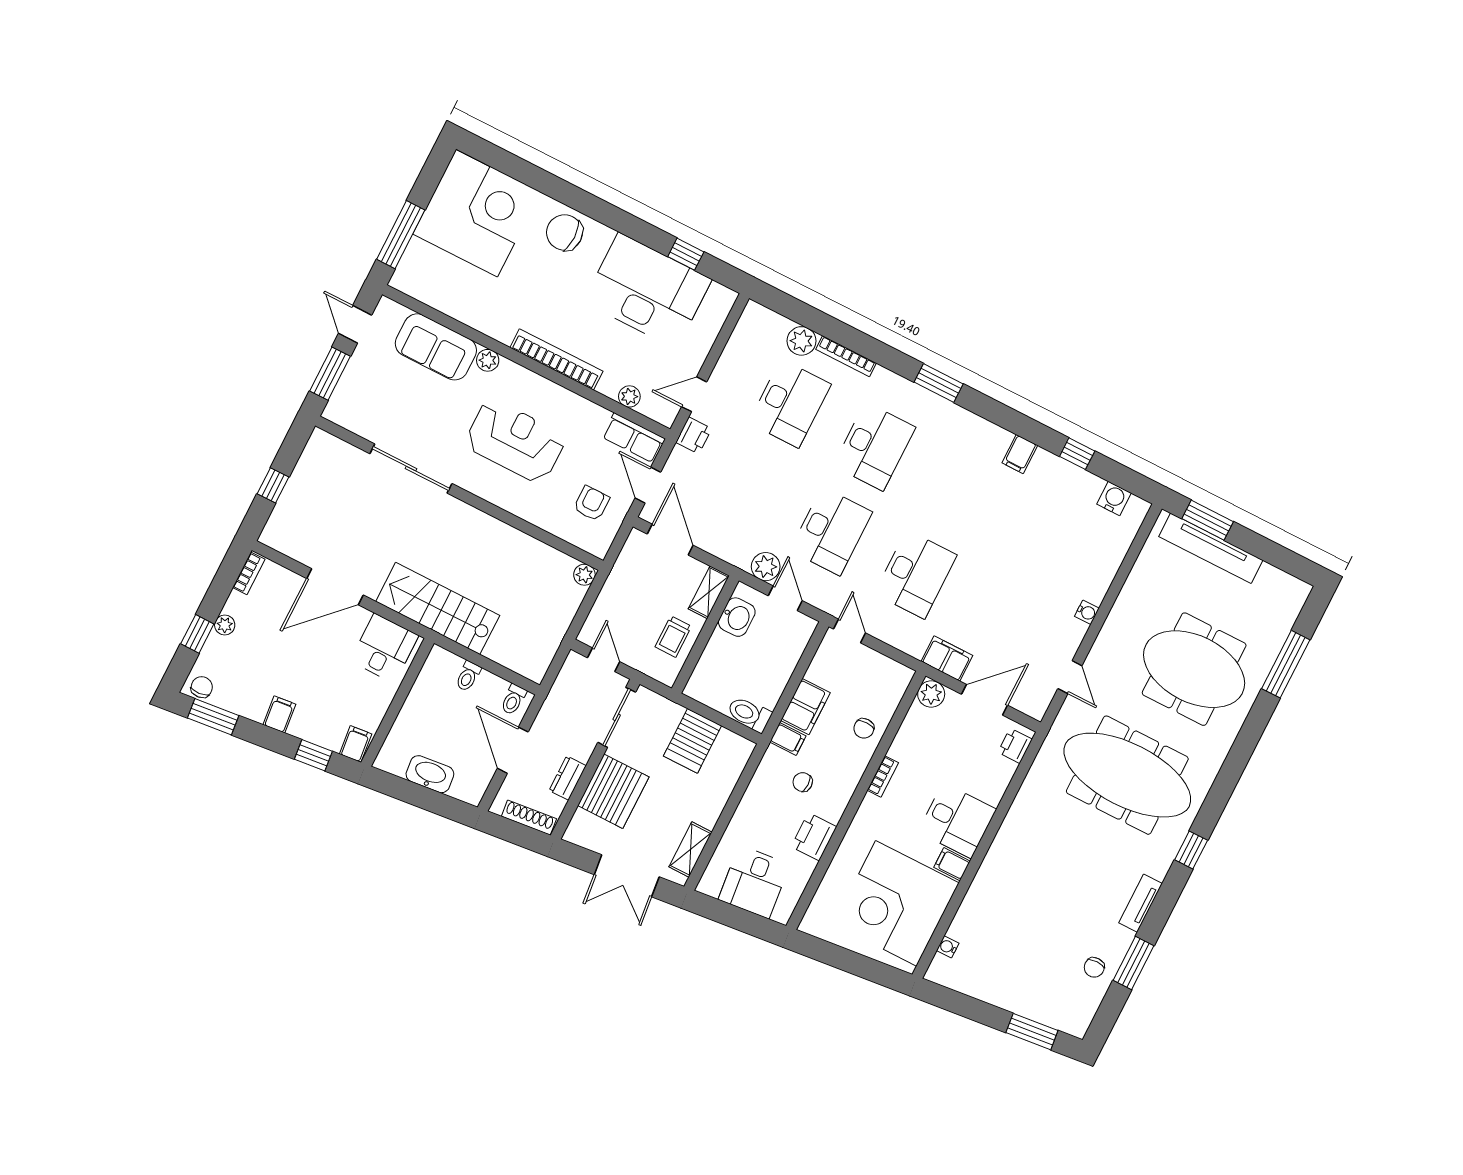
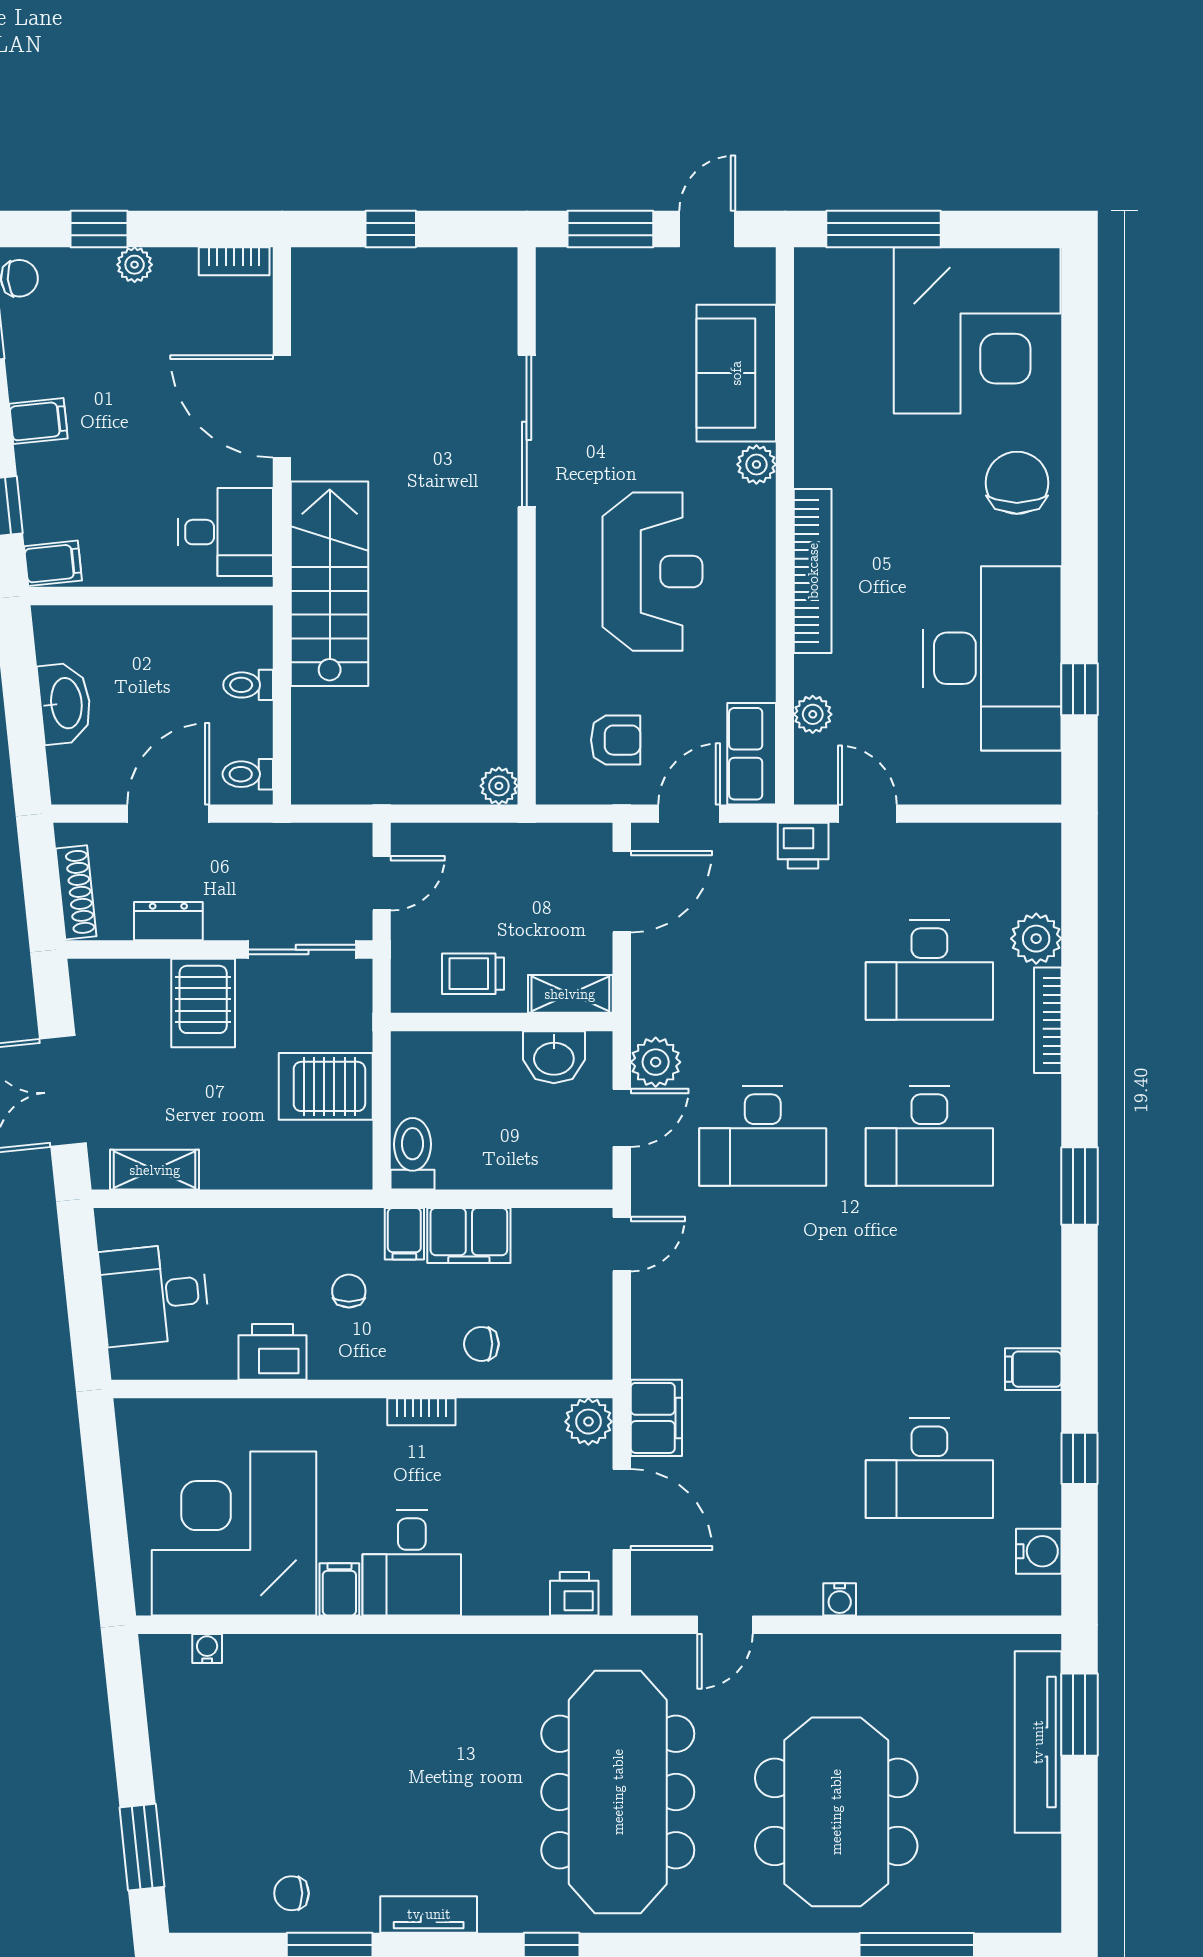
desk: (916, 574) -> (929, 1468), moved
server rack: (613, 791) -> (203, 1003), width x0.62

